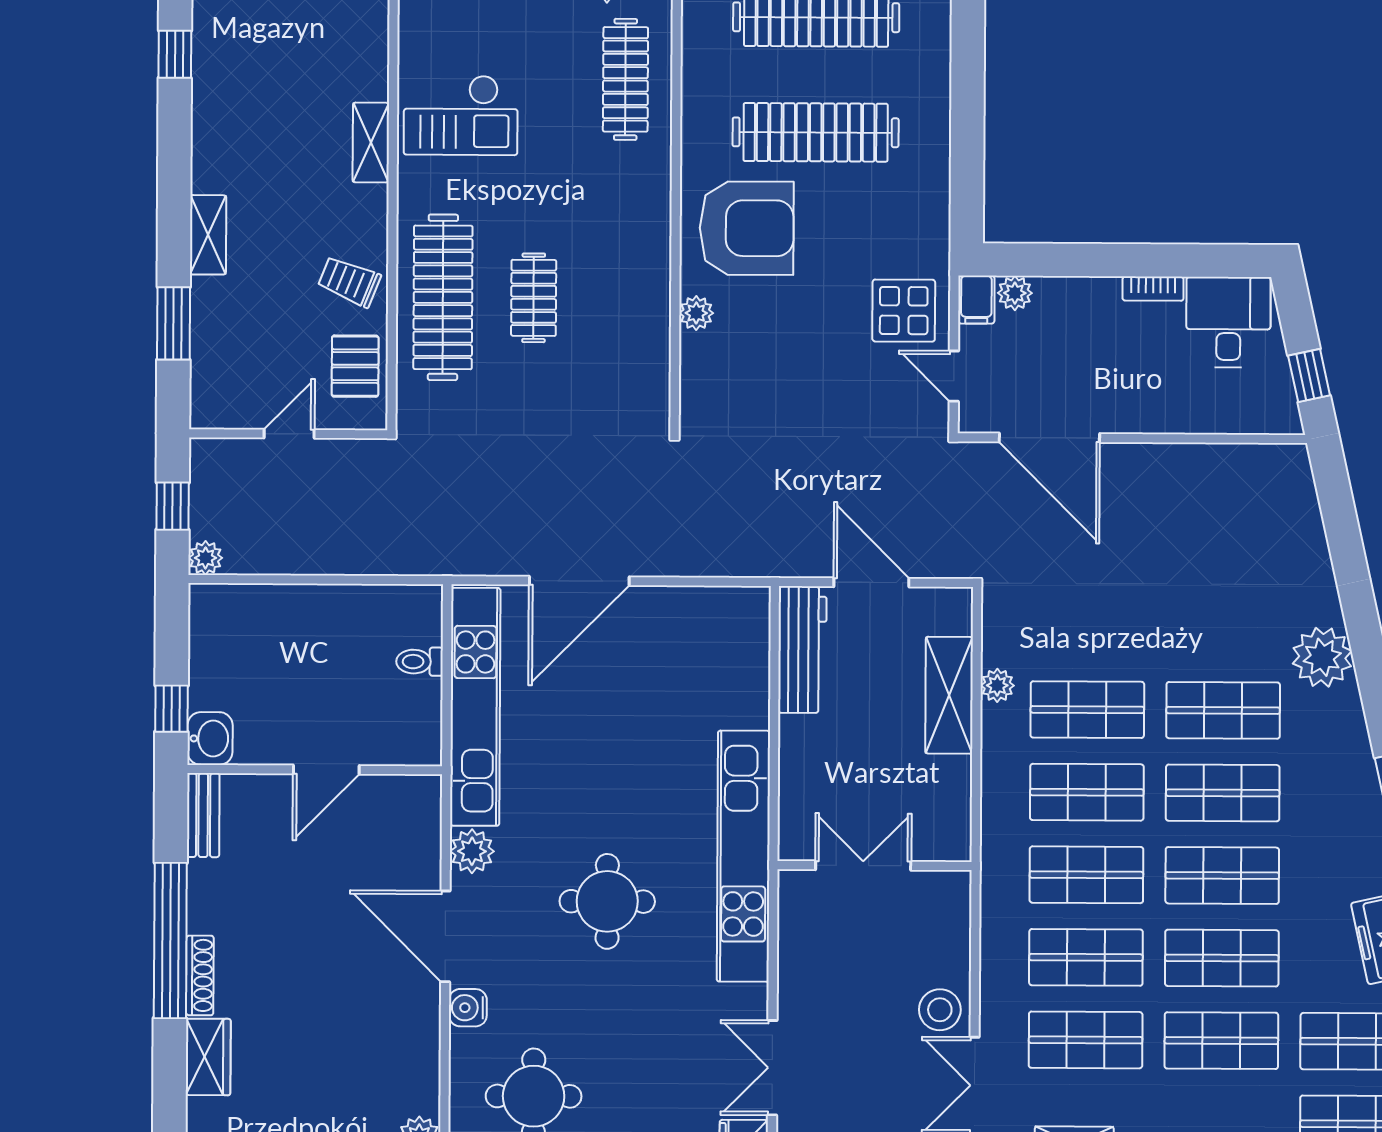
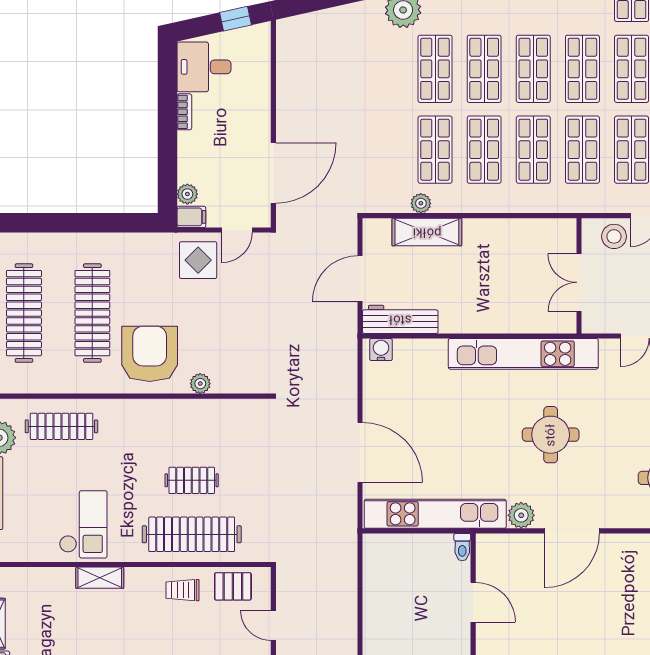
trolley: (349, 281) -> (183, 590), turned 68
toilet: (420, 662) -> (462, 547), moved
double door: (863, 866) -> (579, 282), moved
wall: (874, 866) -> (579, 276), moved
water cooler: (468, 1008) -> (381, 350), moved, turned 180

